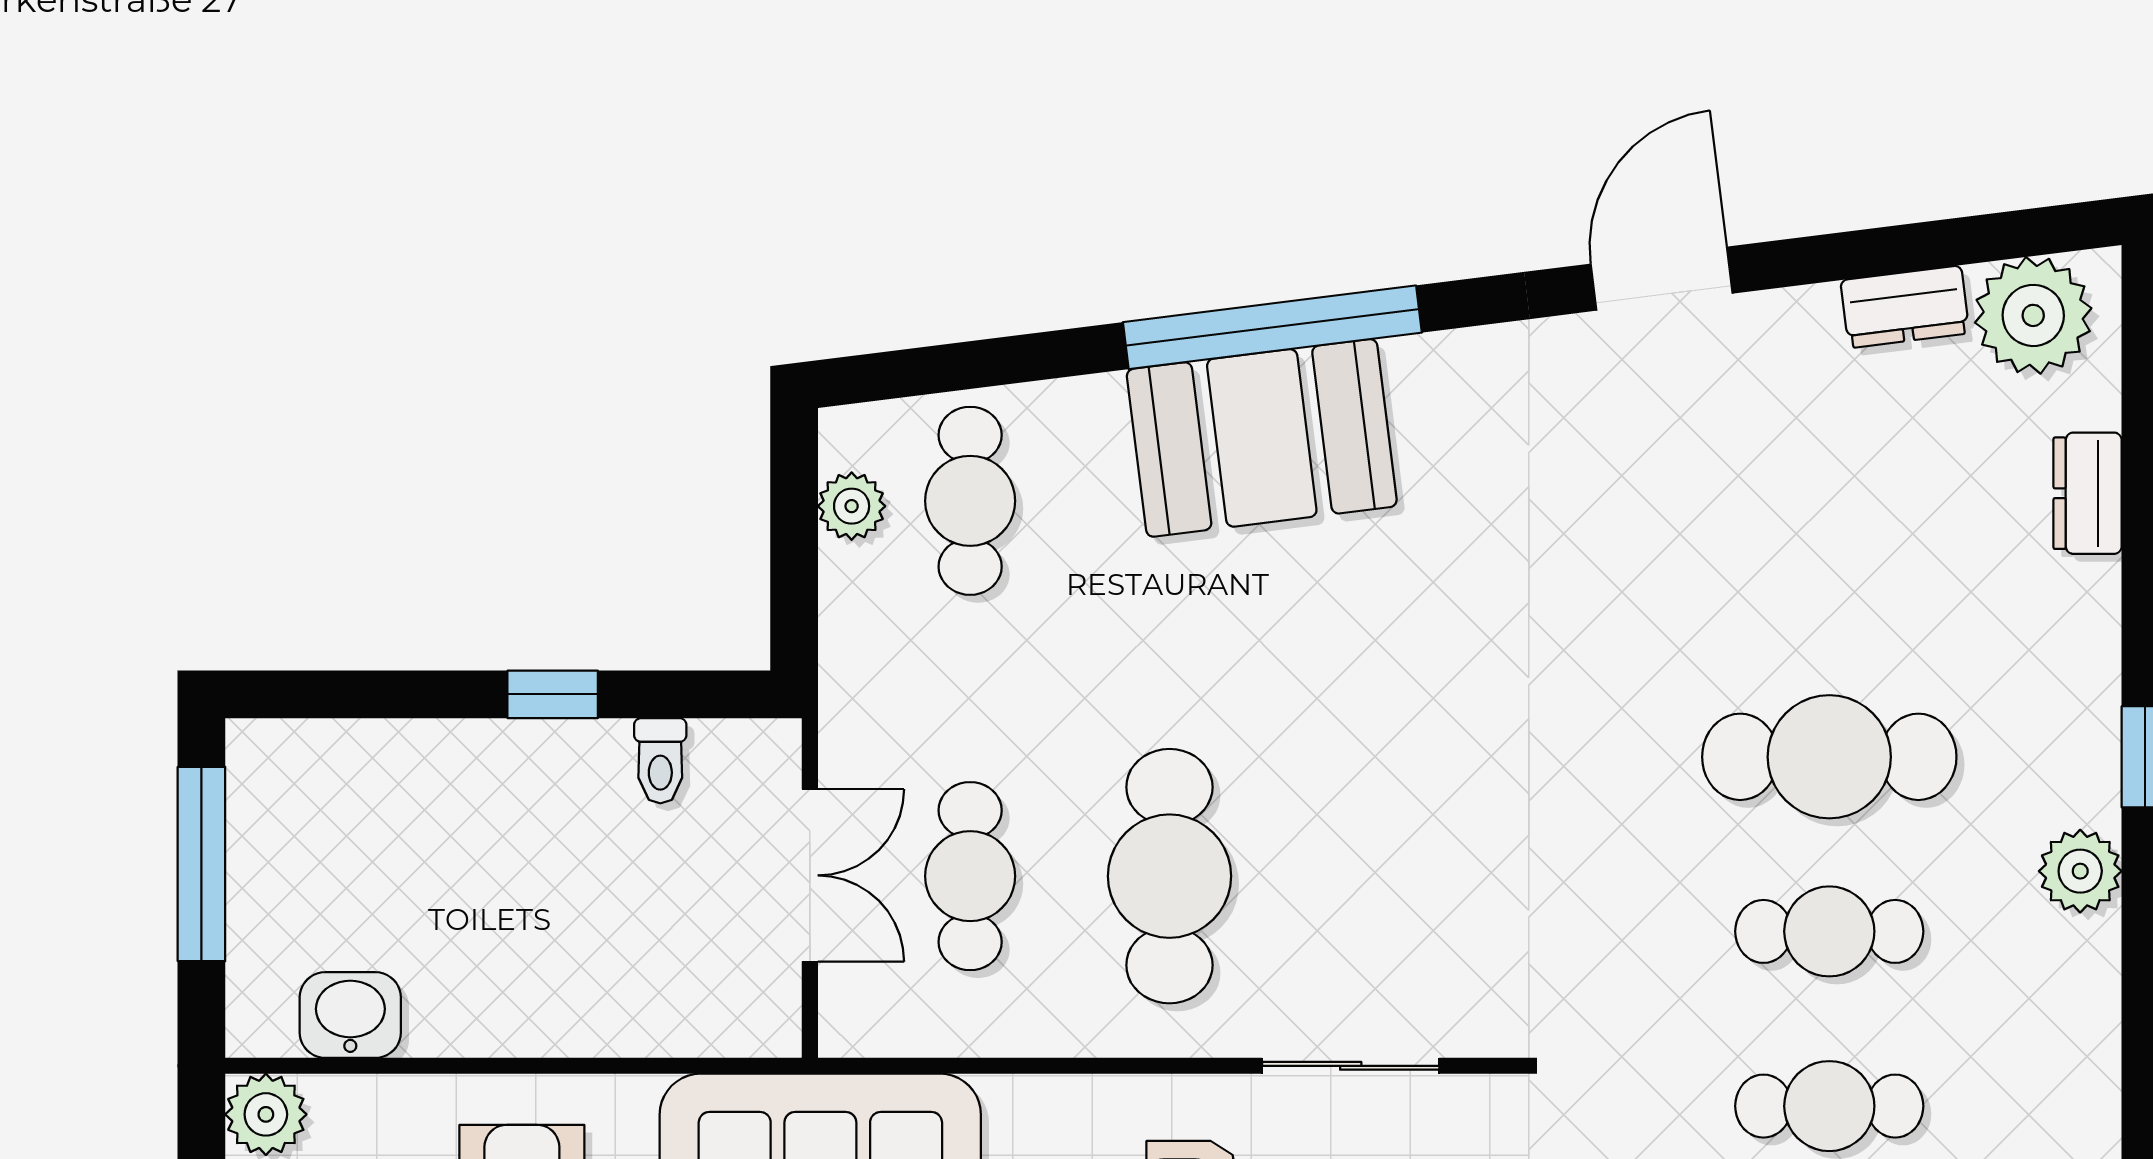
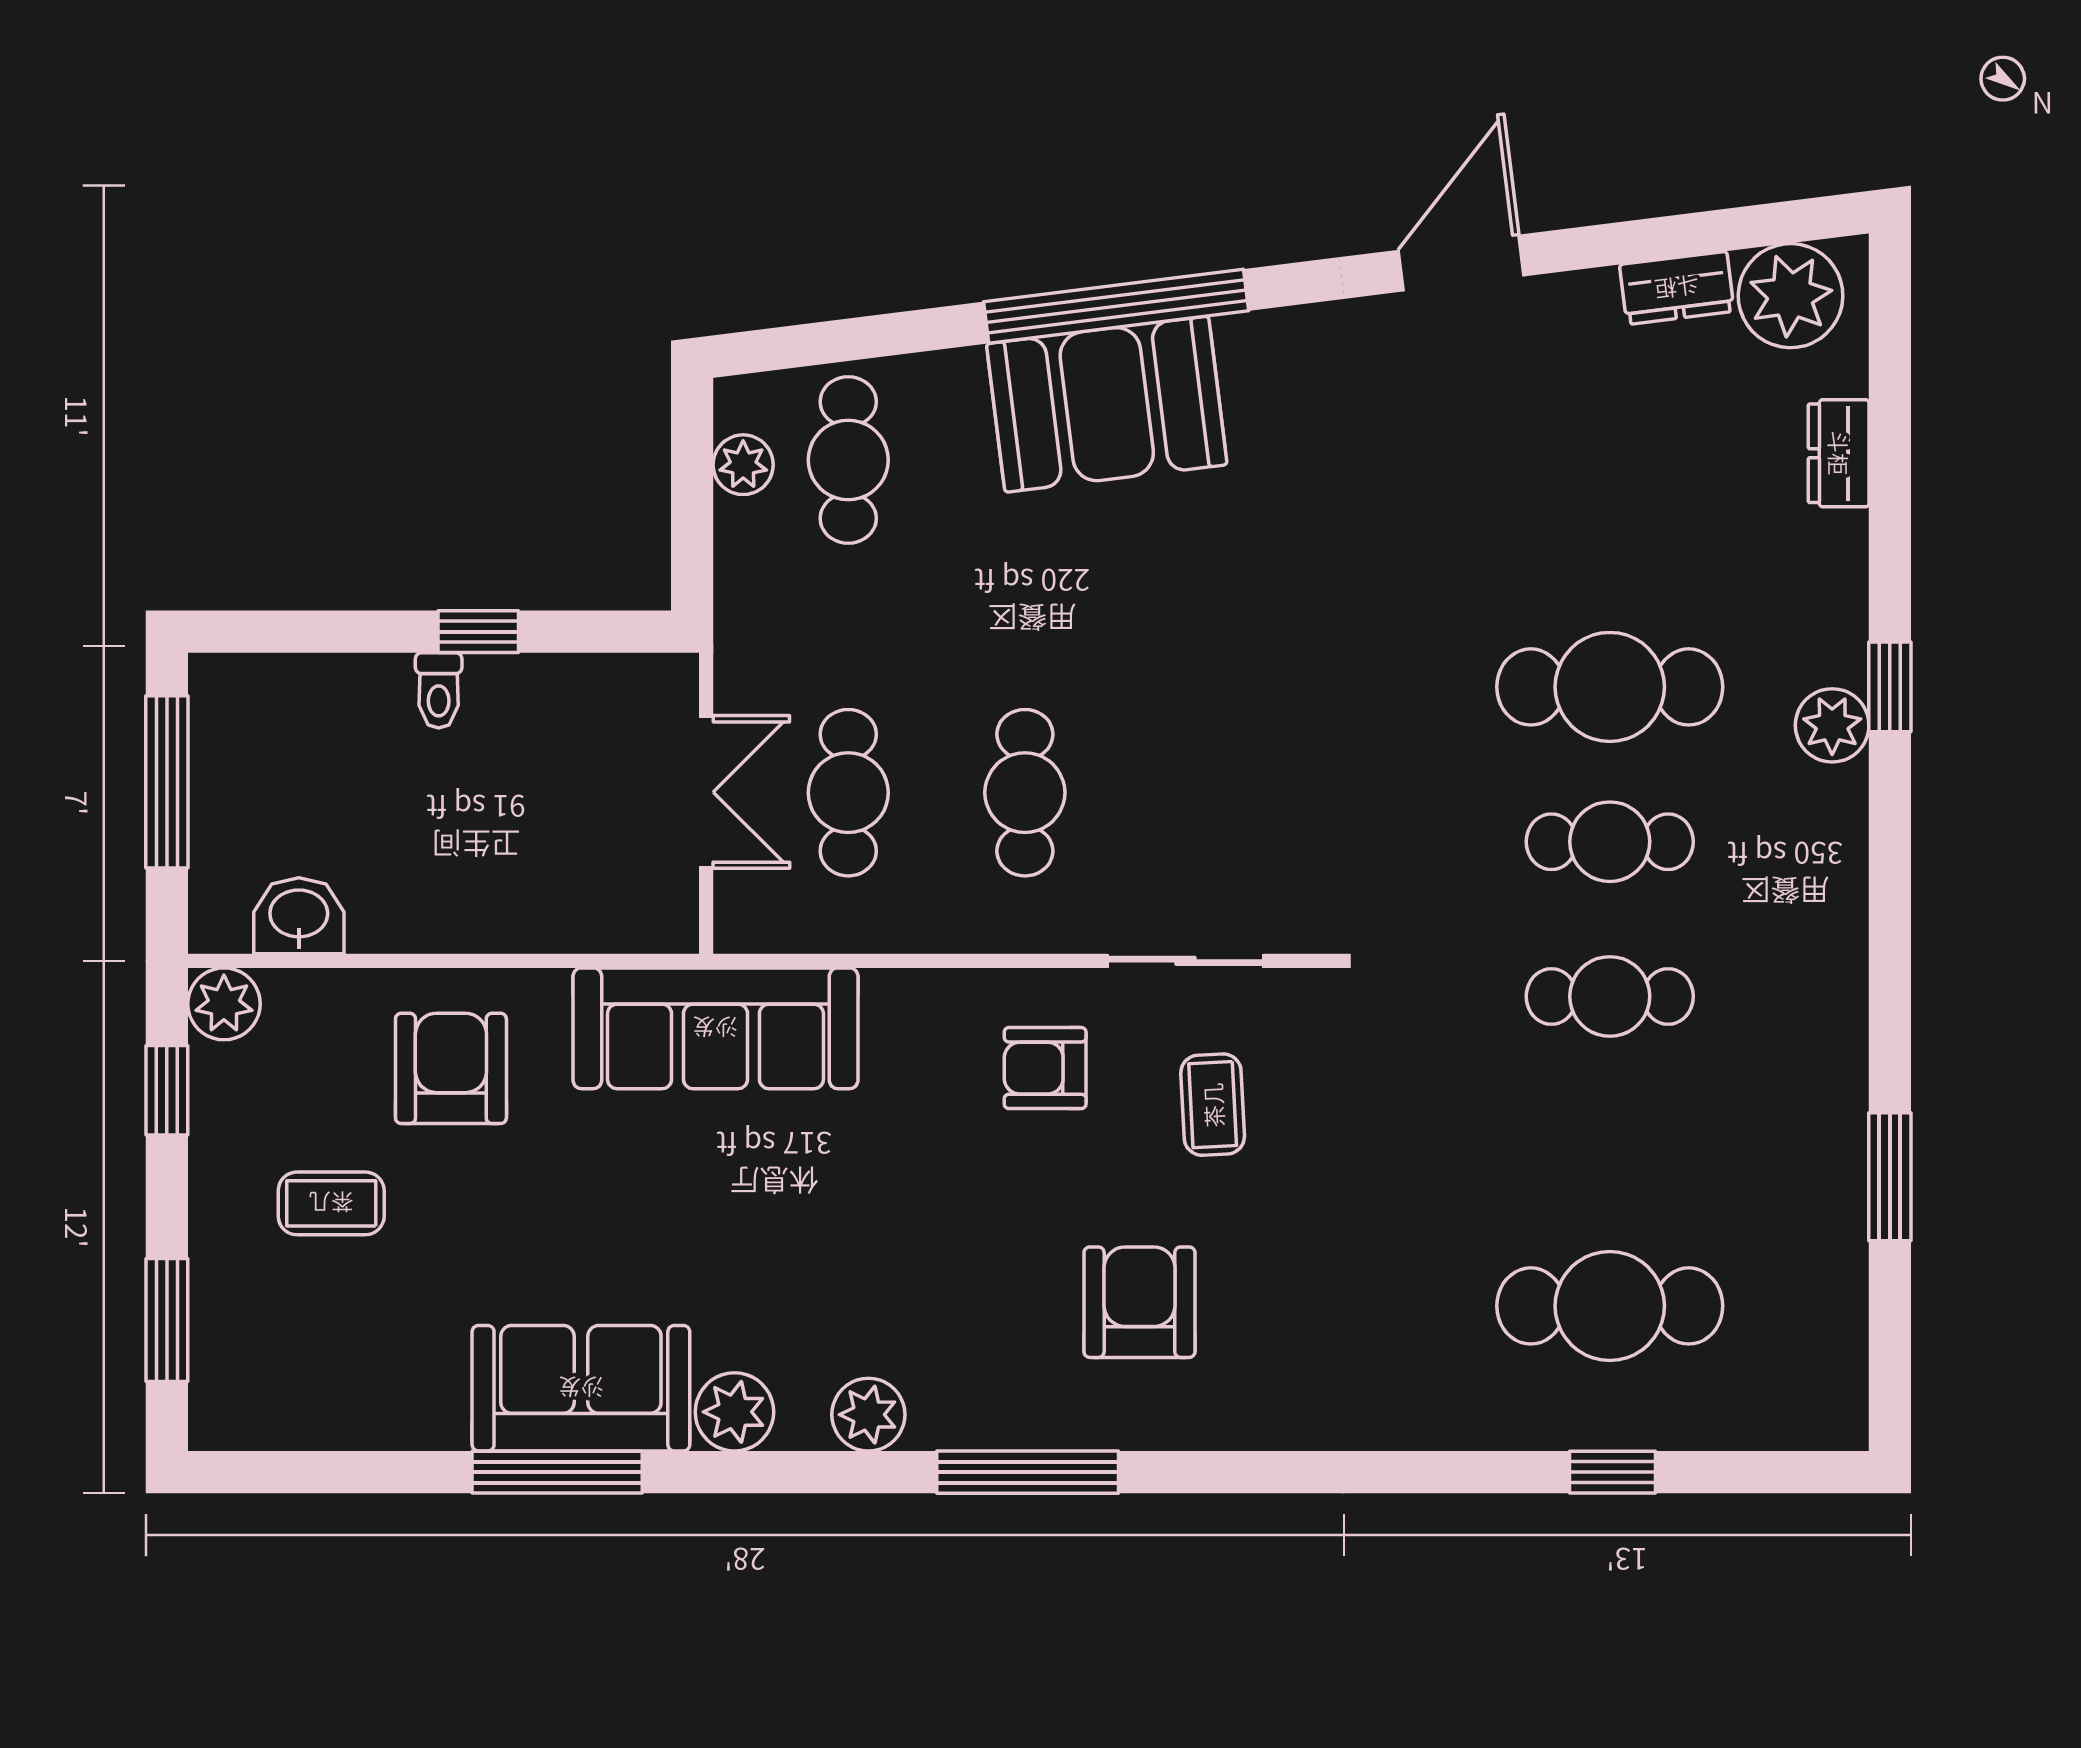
toilet: (660, 761) -> (439, 690), moved
plant: (2080, 871) -> (1832, 725), moved
cafe table: (1169, 876) -> (1025, 793), width x0.73, depth x0.74

